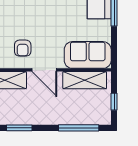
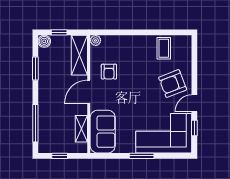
armchair: (23, 48) -> (109, 72), turned -90
shelving: (85, 80) -> (81, 129), width x0.67, depth x0.75

